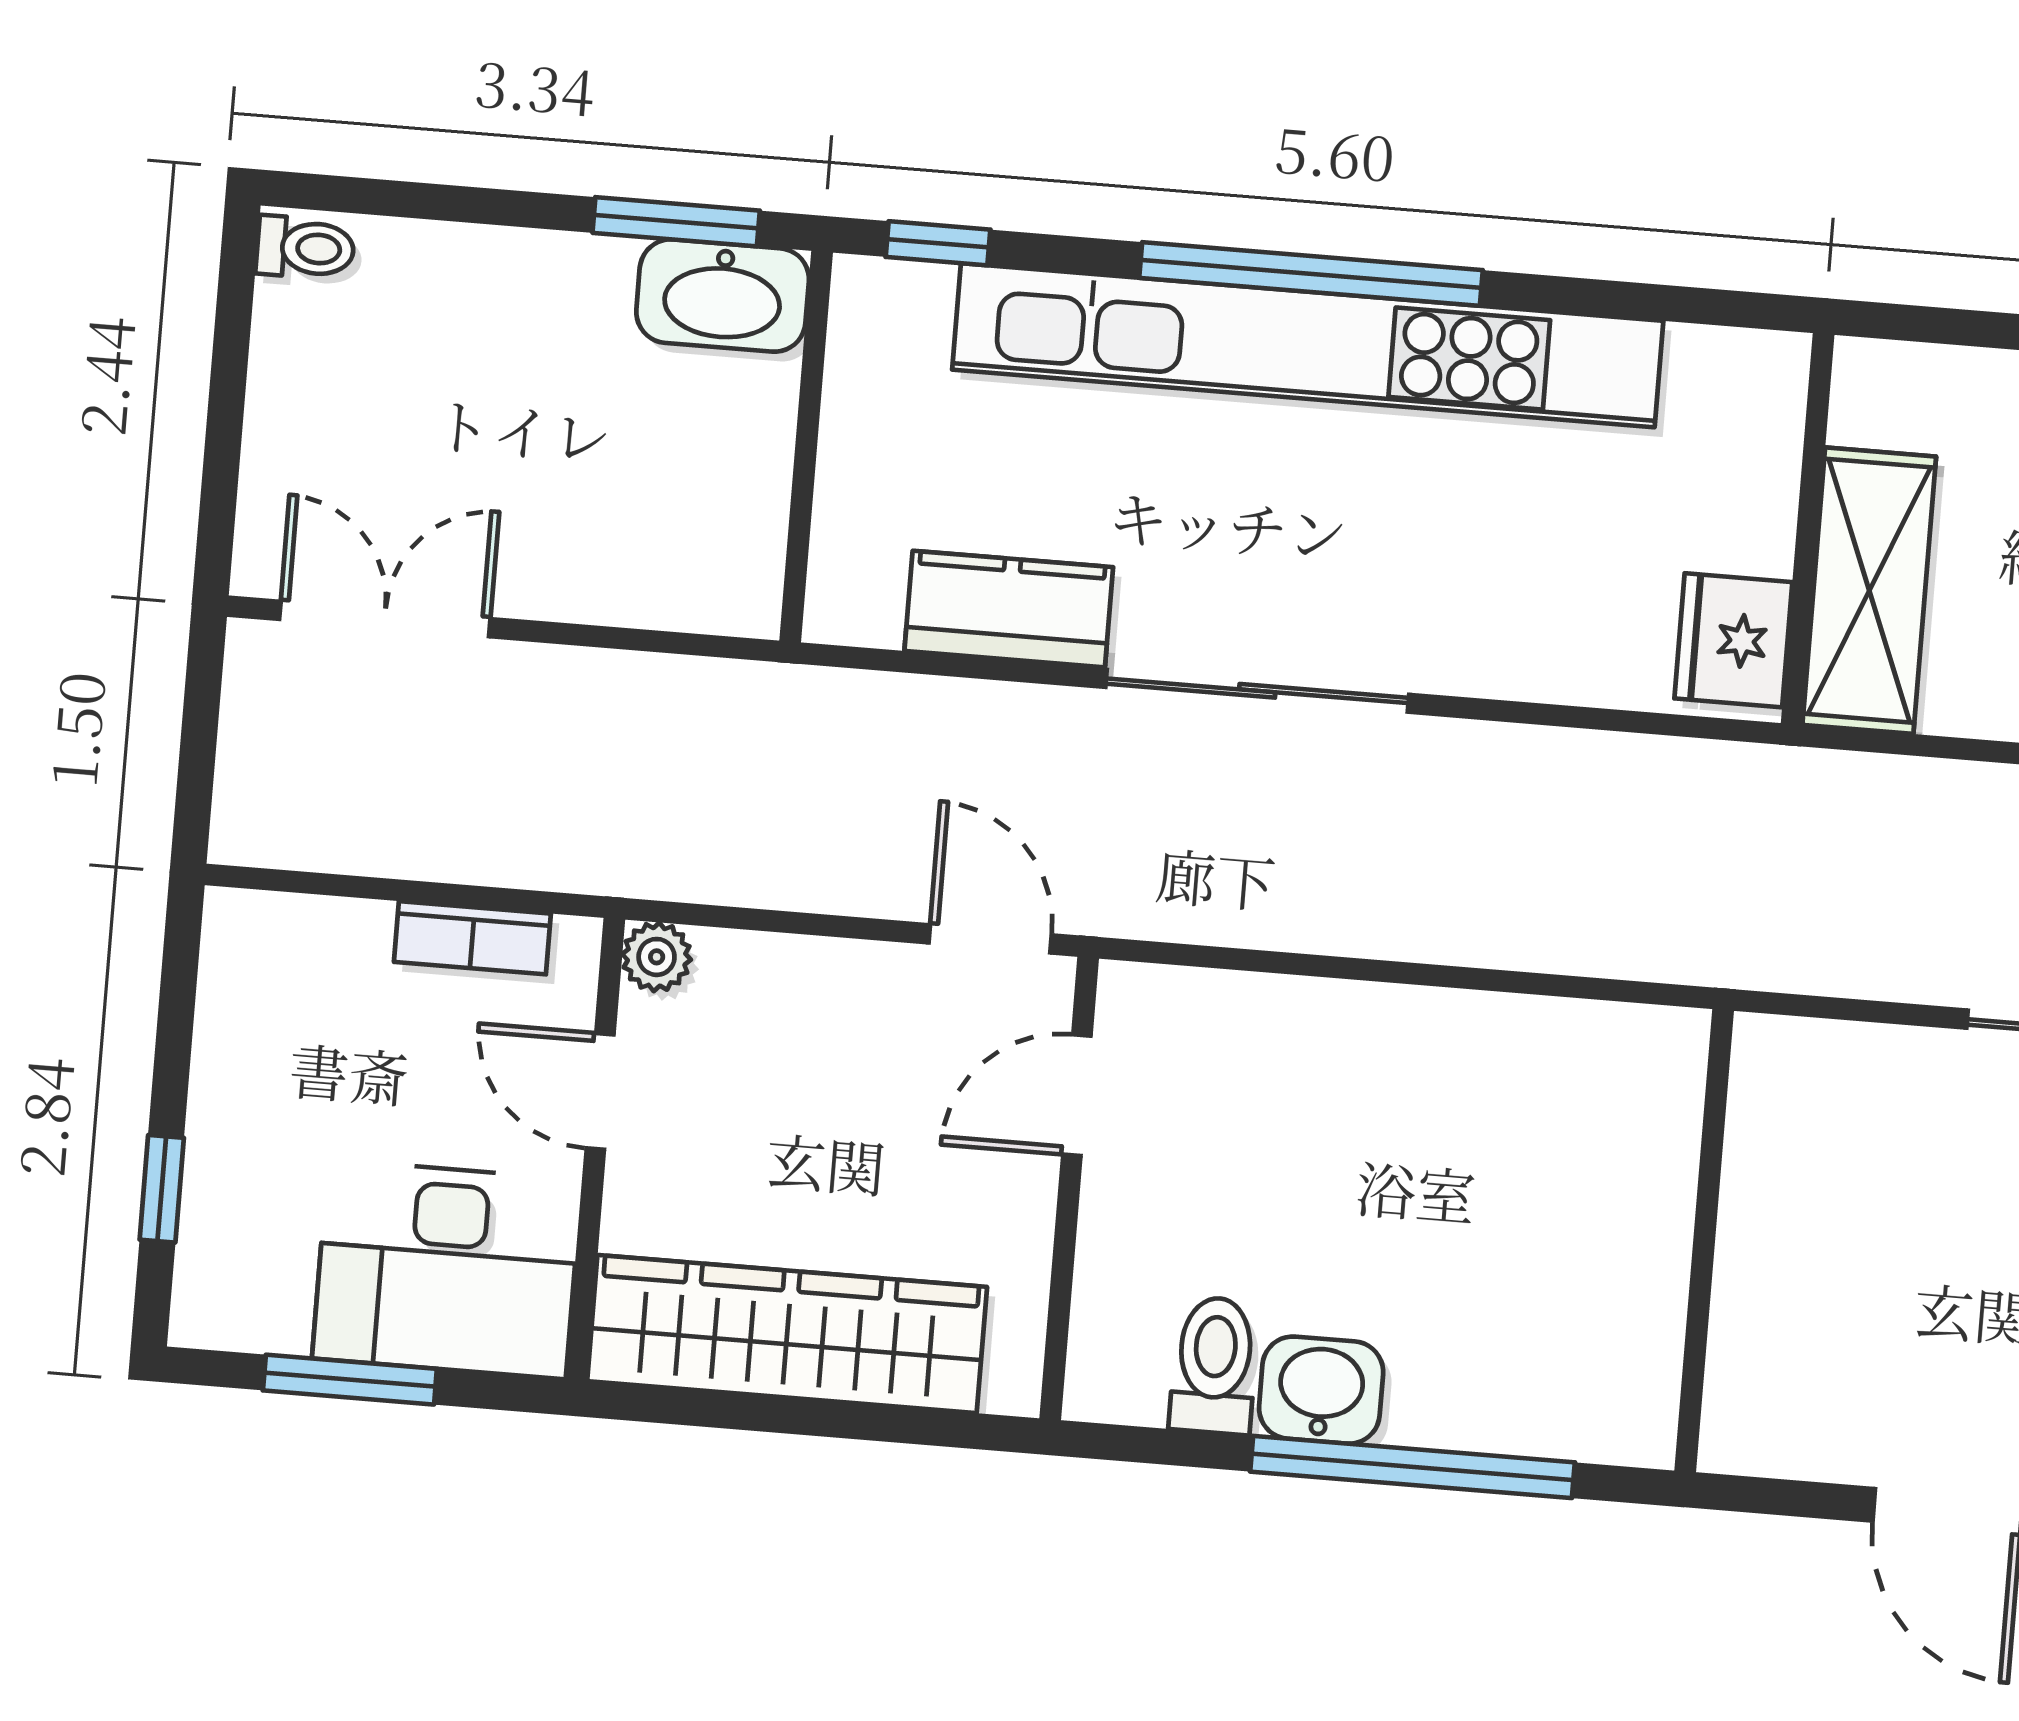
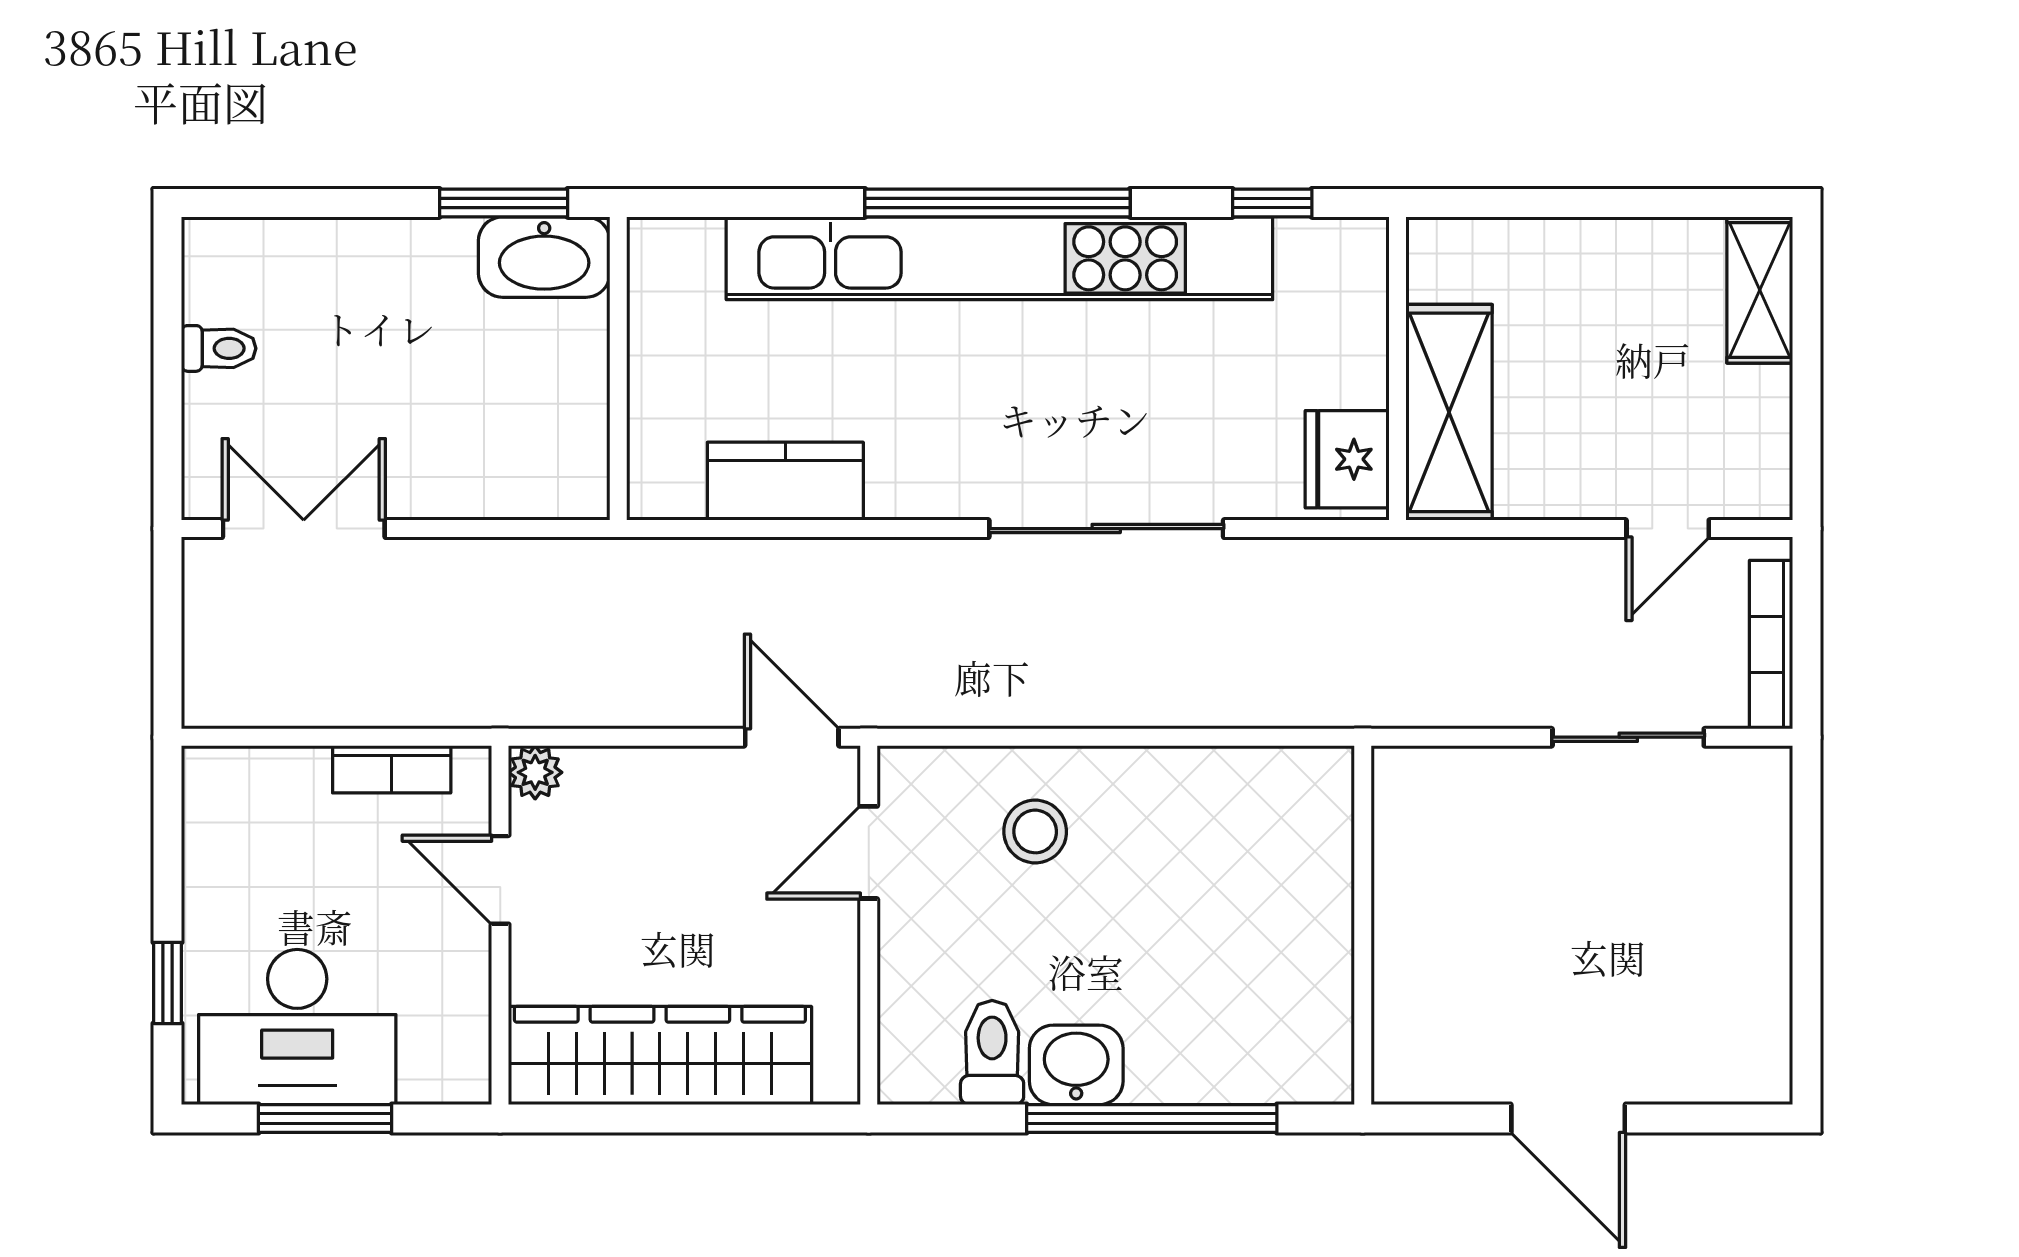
window: (938, 243) -> (1272, 203), moved
toilet: (305, 248) -> (219, 348), moved
sliding door: (1257, 691) -> (1106, 529), moved
stool: (1293, 1086) -> (1035, 831), added
desk: (447, 1269) -> (297, 1027), moved

